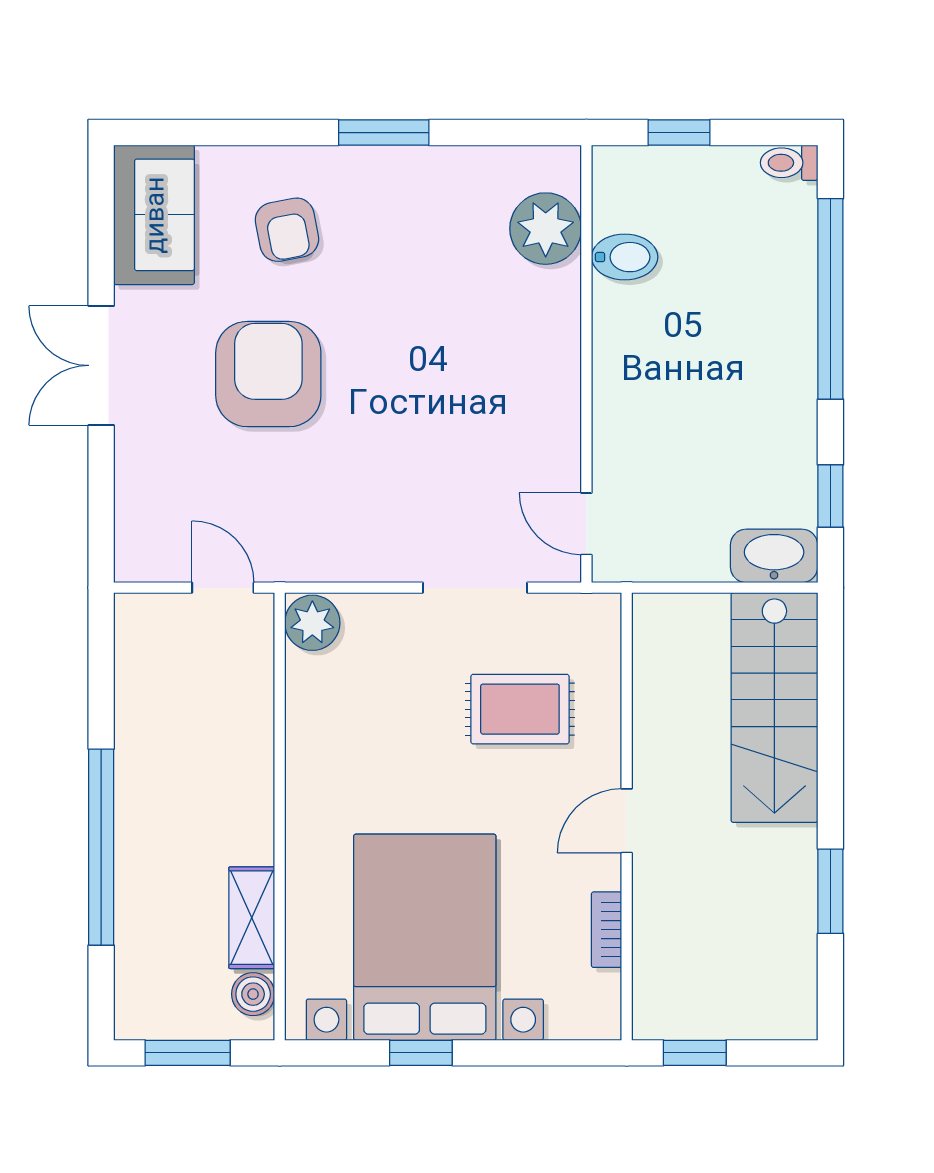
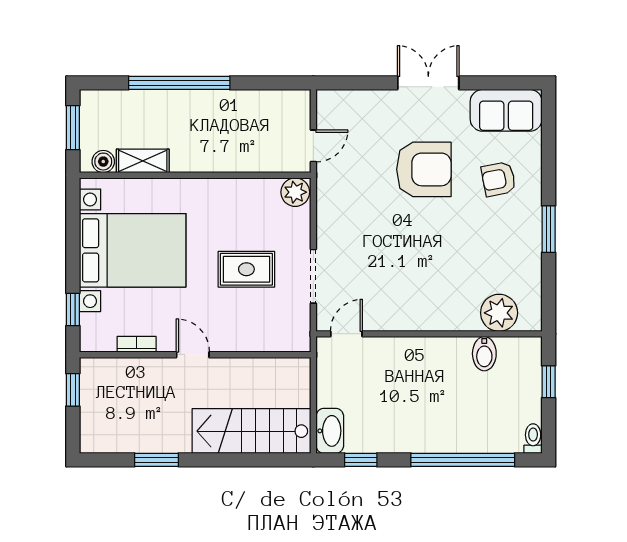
rug: (520, 709) -> (246, 269), moved, turned 90
window: (421, 1053) -> (73, 309), moved

